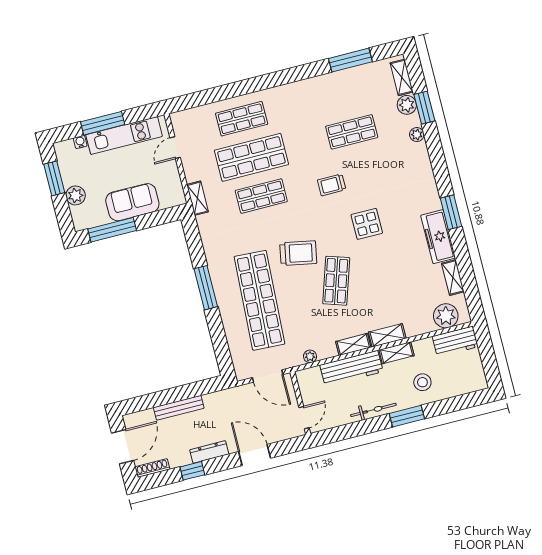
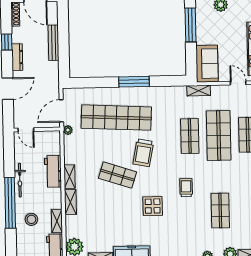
sofa: (132, 202) -> (207, 64), moved
shelving: (397, 353) -> (57, 221), moved
plant: (310, 356) -> (68, 130), moved
workbench: (351, 368) -> (53, 171), width x0.73
window: (407, 416) -> (10, 203), width x2.11

